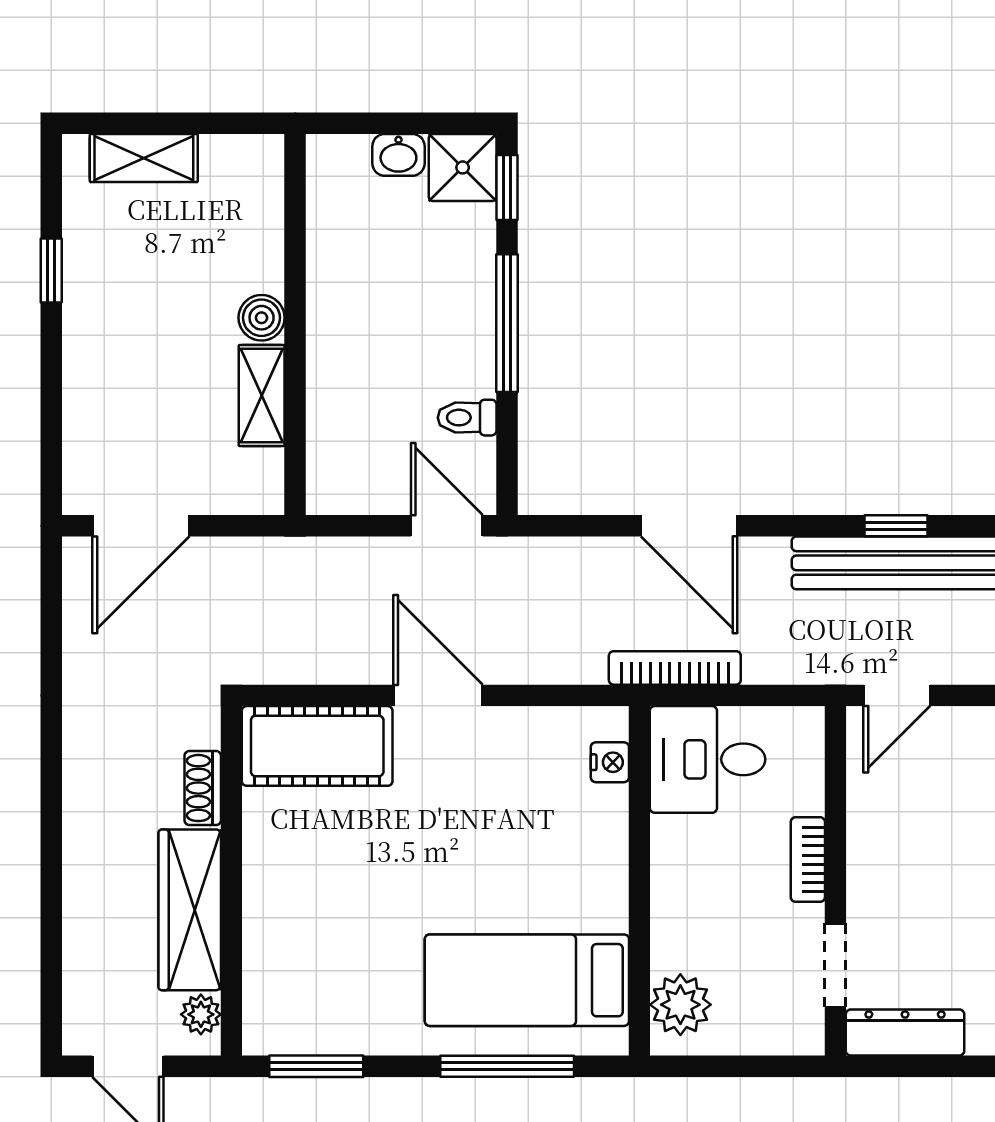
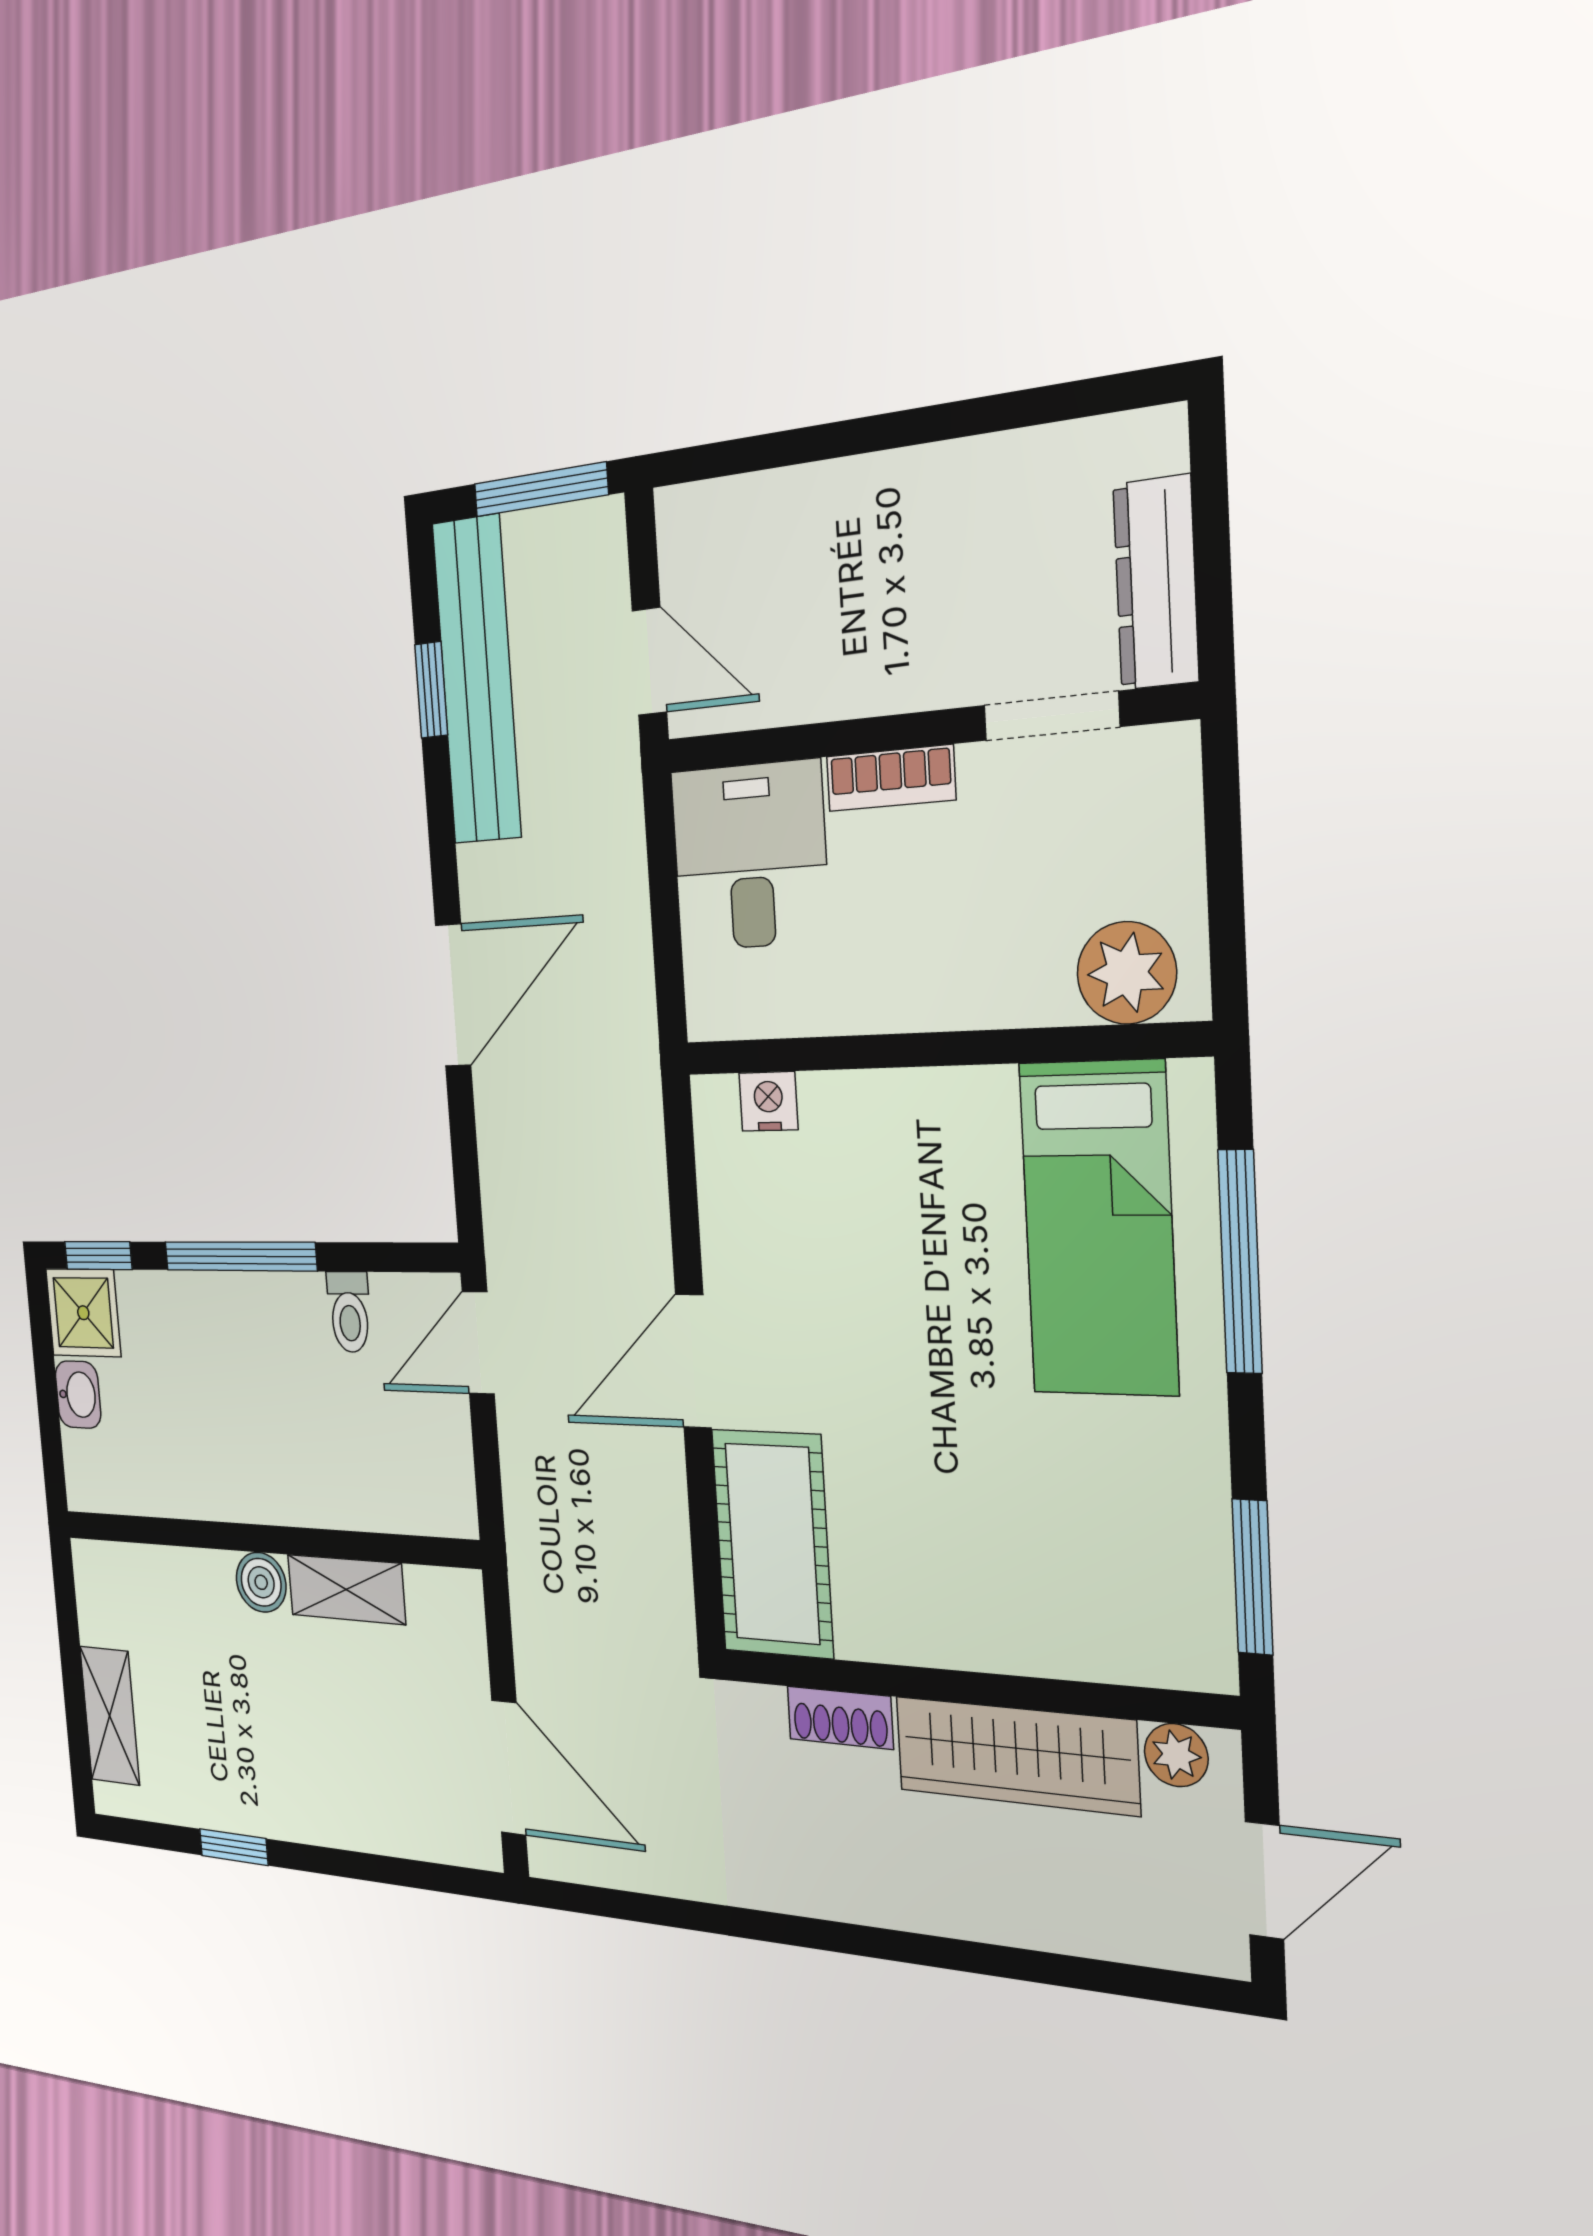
bookcase: (675, 668) -> (635, 1007), removed
desk: (708, 759) -> (750, 856), moved, turned 180

